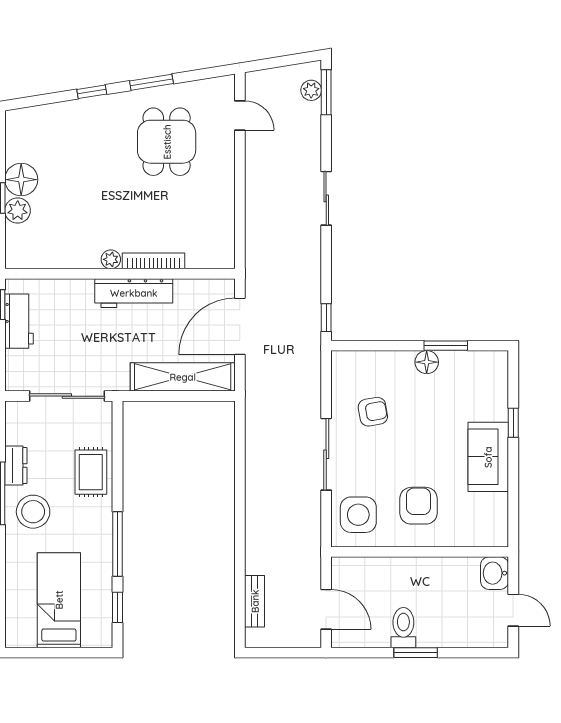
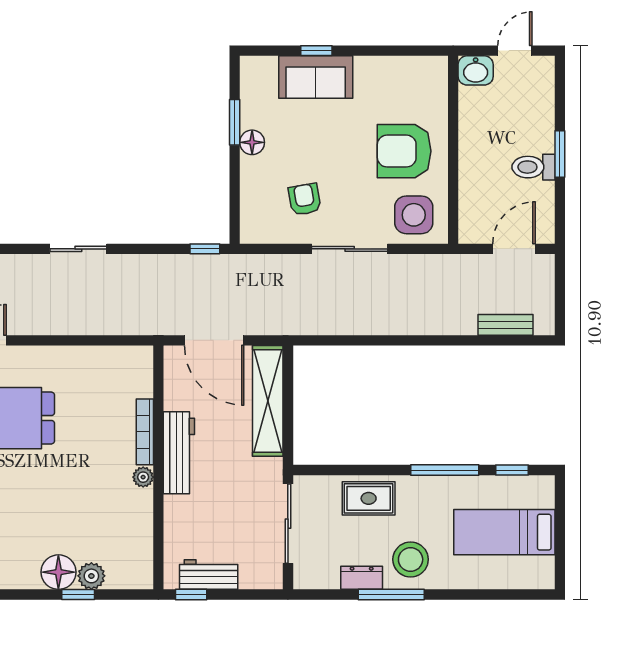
sofa: (488, 457) -> (316, 77), moved
armchair: (418, 506) -> (404, 151), width x1.36, depth x1.36

